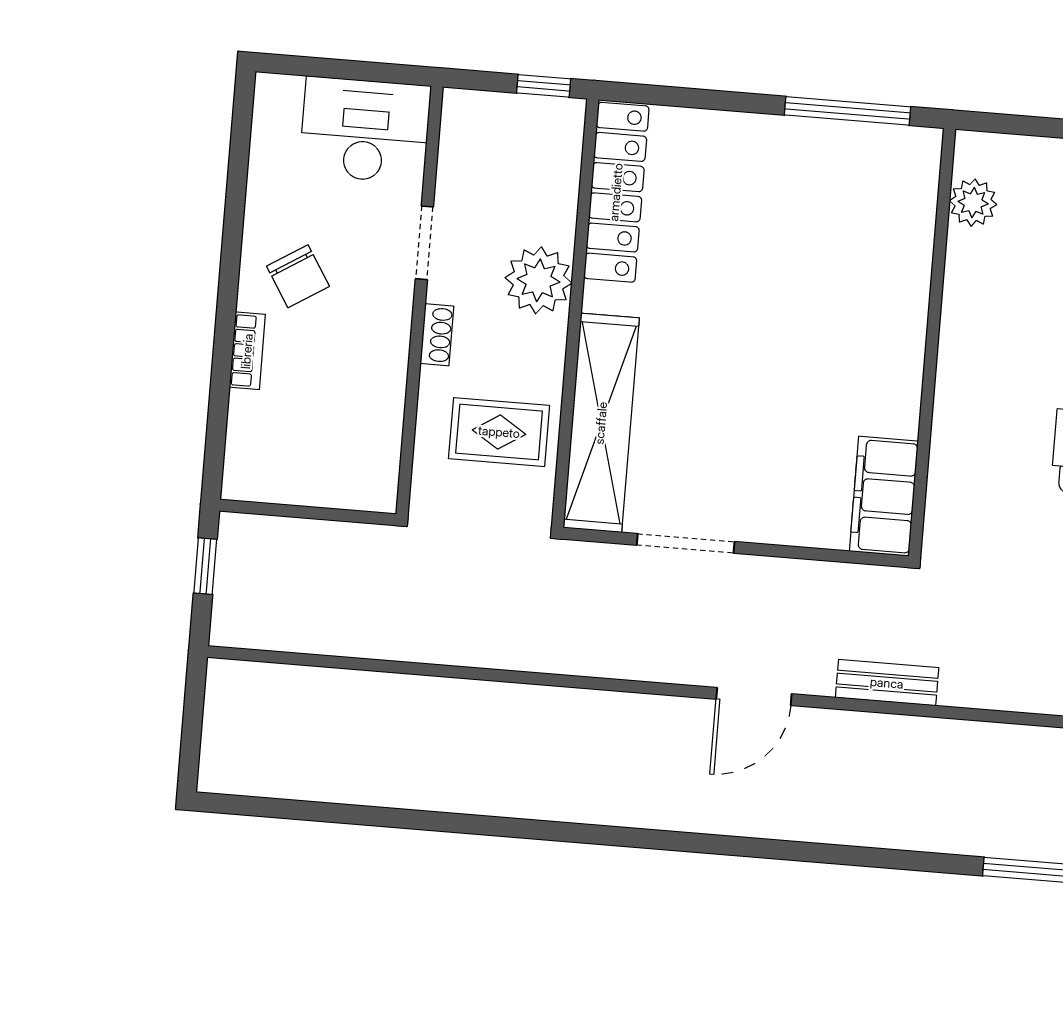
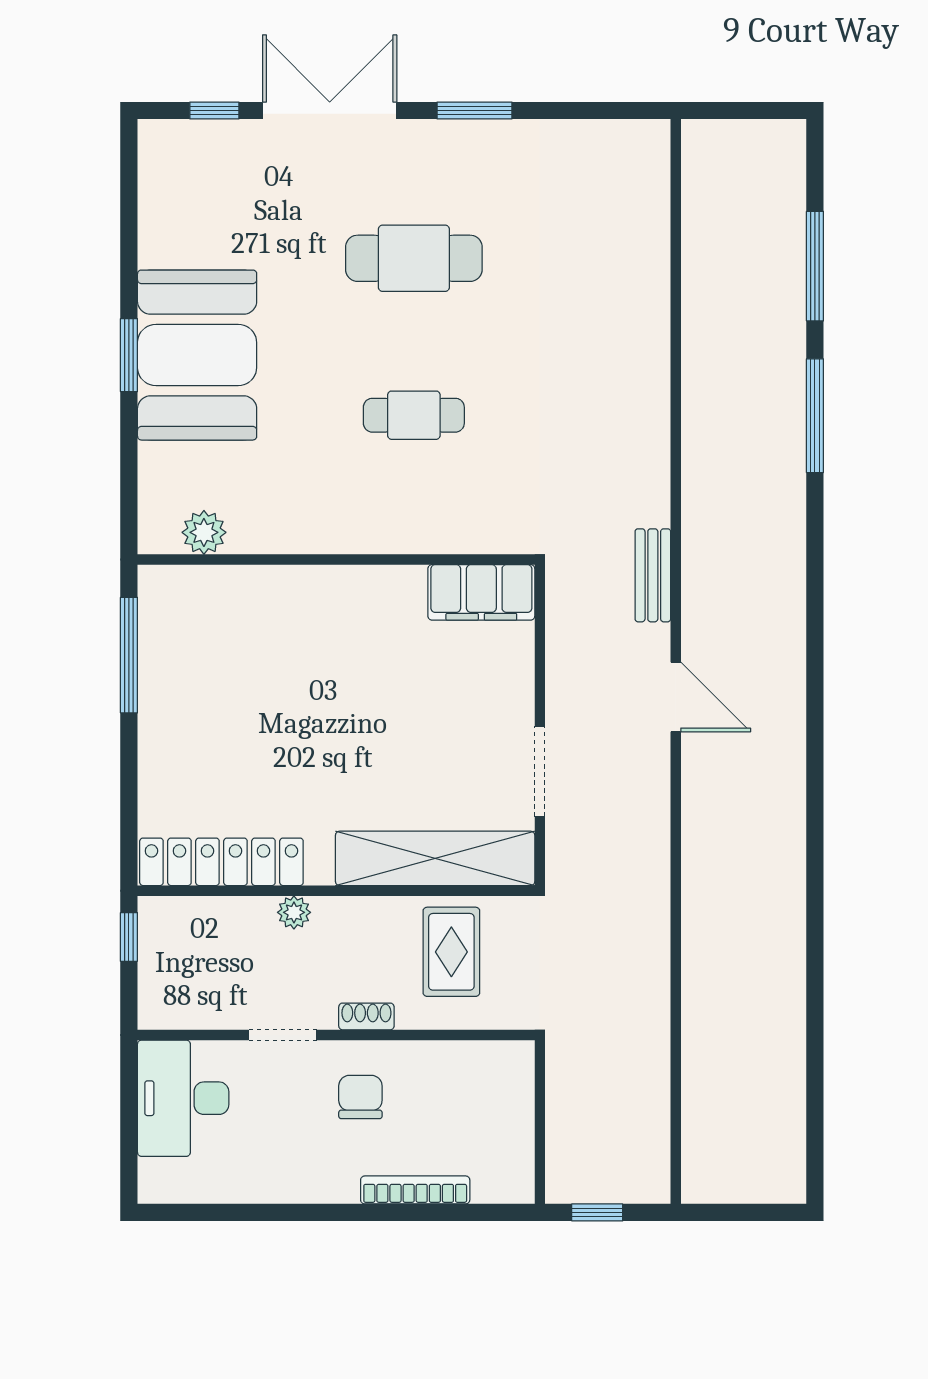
chair: (298, 276) -> (360, 1097), moved, turned -58
plant: (539, 280) -> (294, 912), width x0.53, depth x0.53
bookcase: (247, 351) -> (415, 1190), width x1.56

